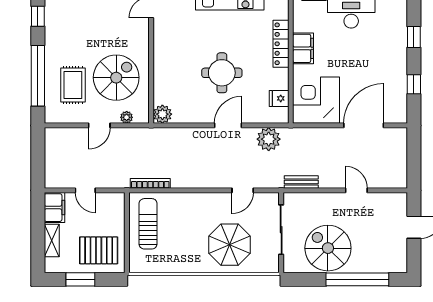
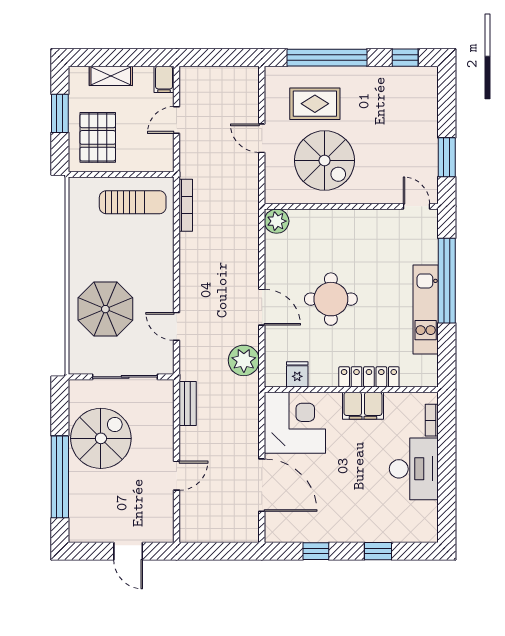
plant: (127, 117) -> (272, 174), removed
filing cabinet: (54, 208) -> (164, 79), width x0.50

